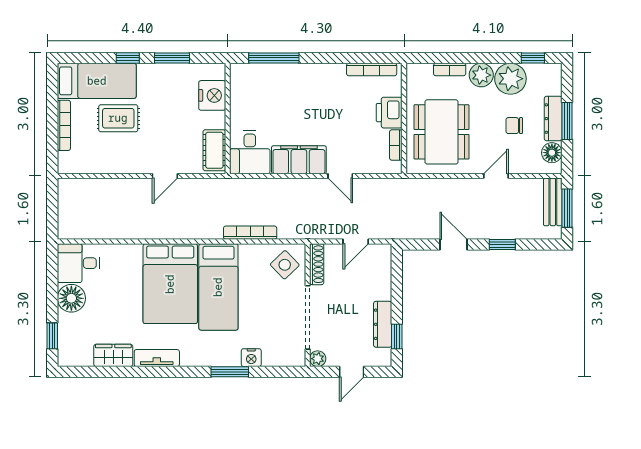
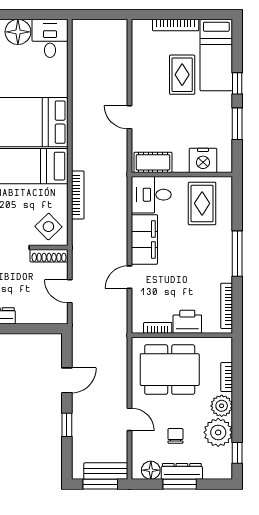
window: (274, 58) -> (237, 254), moved
rug: (259, 96) -> (202, 203), added

